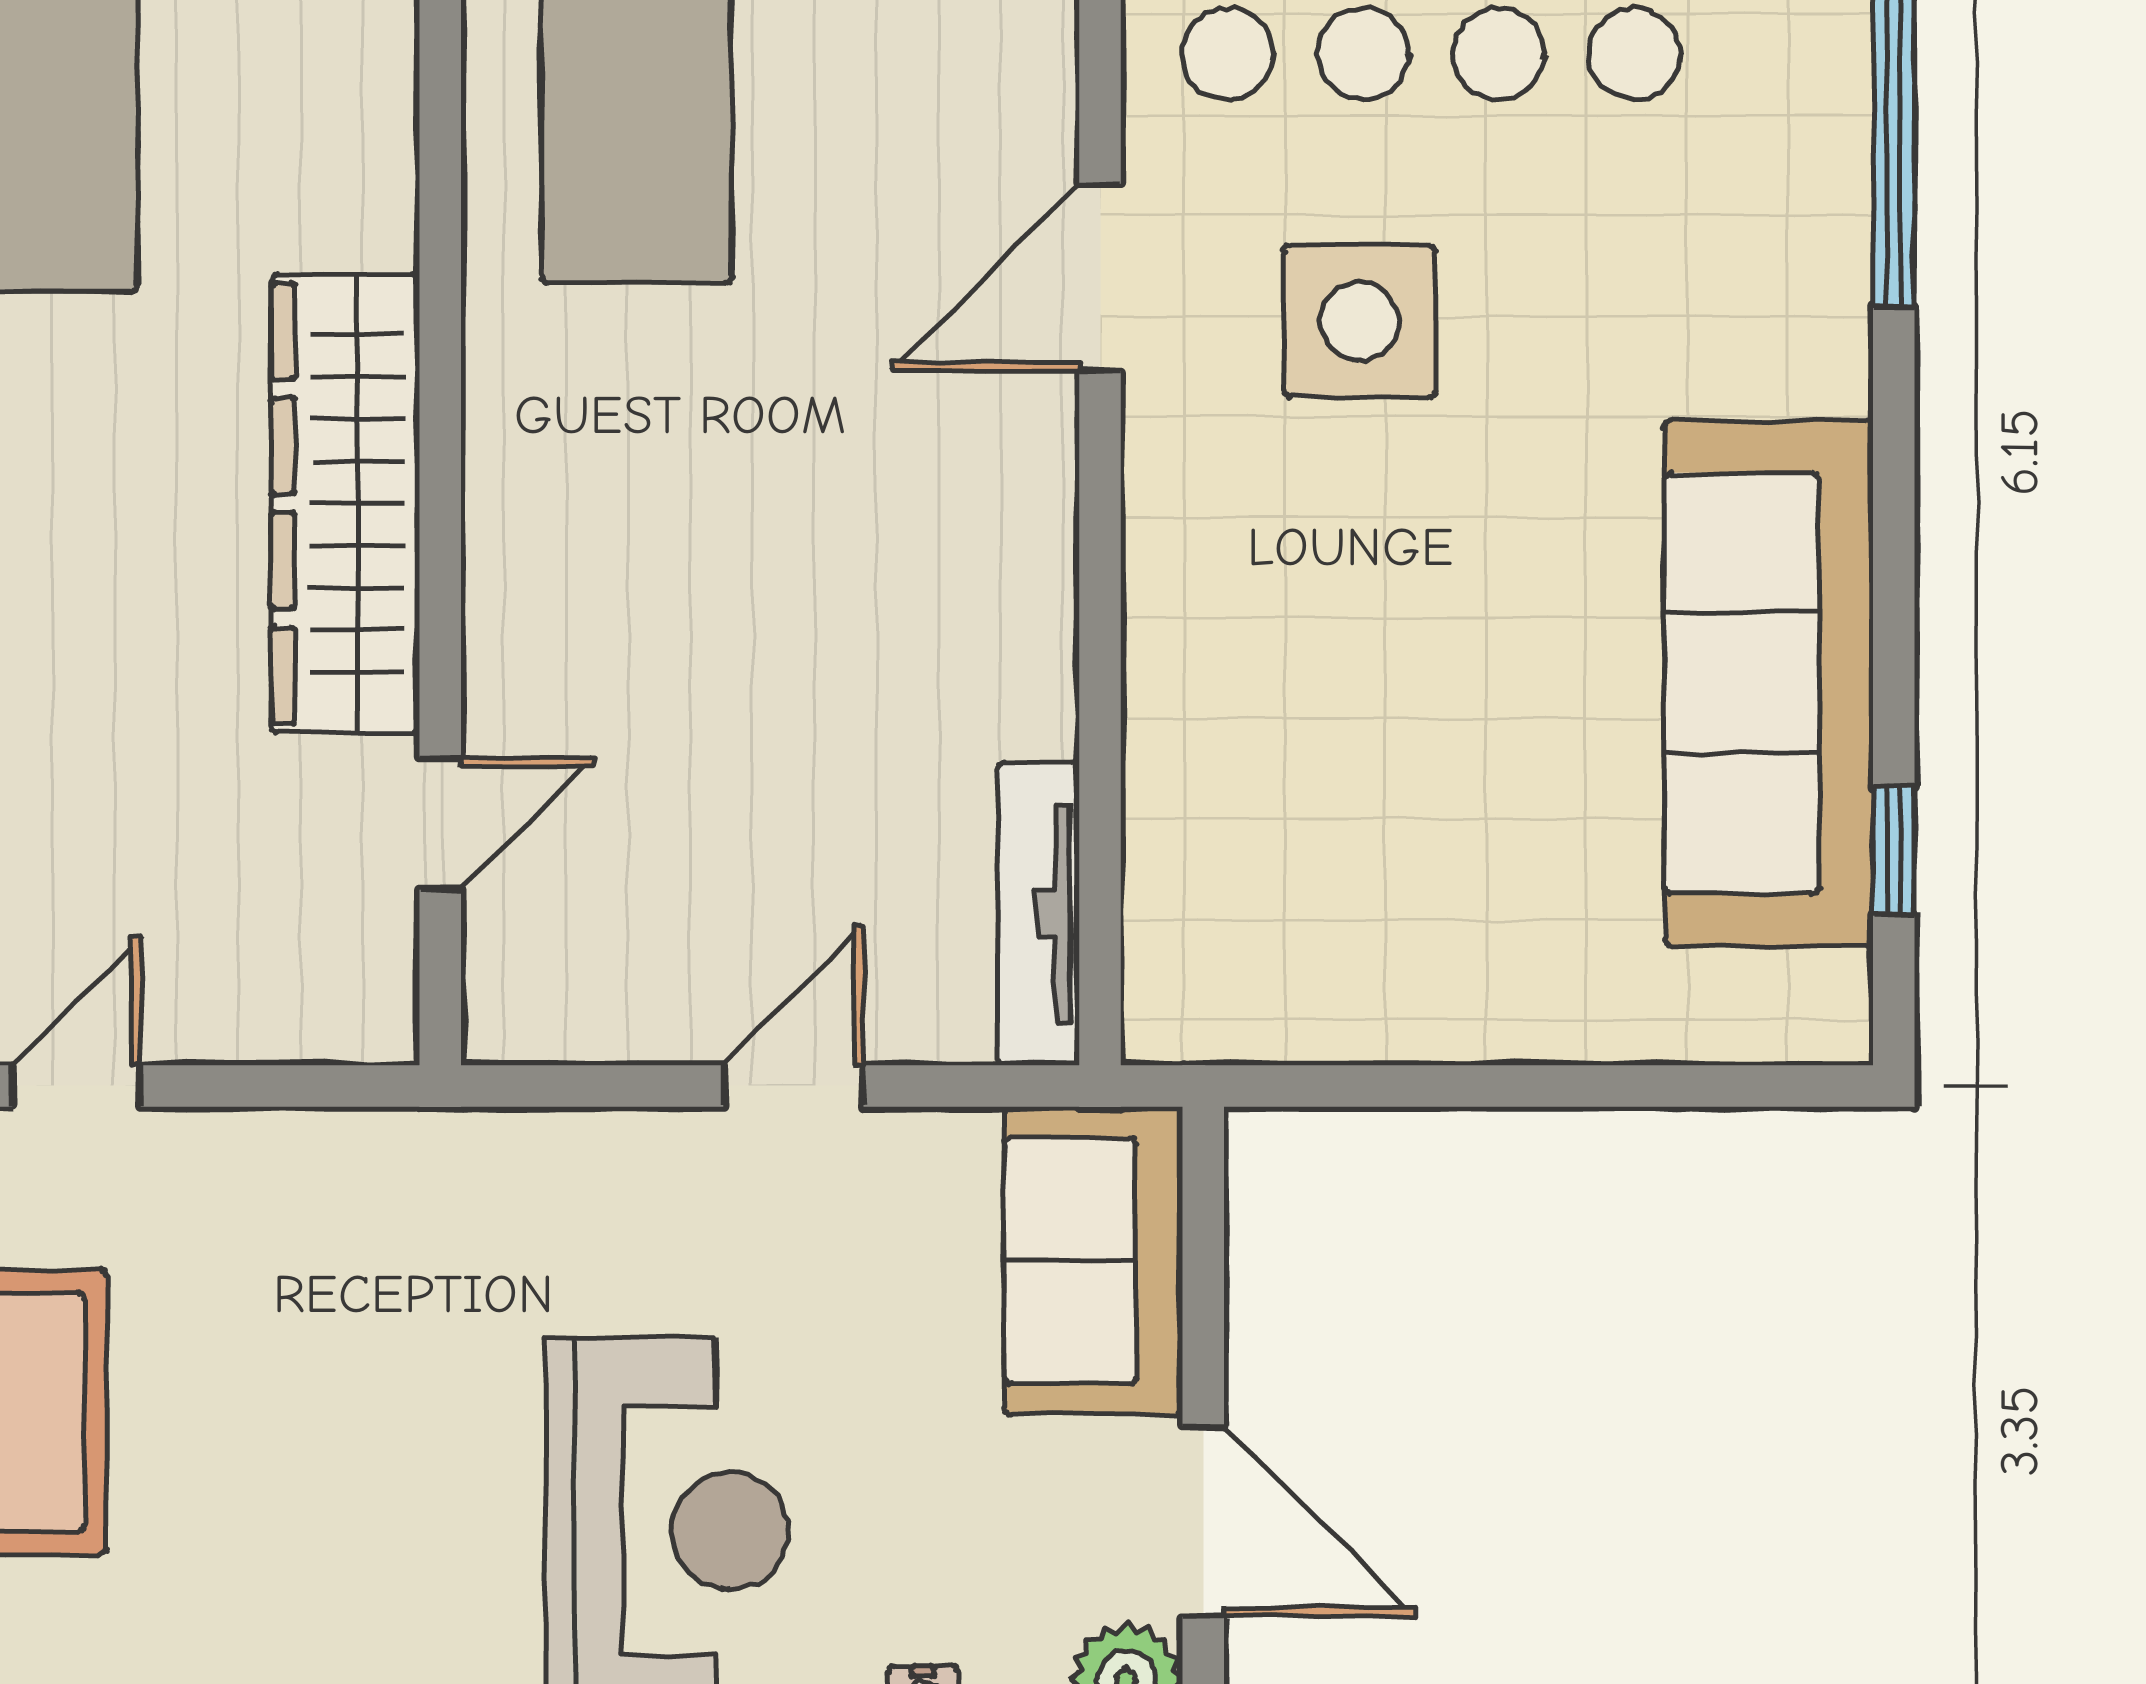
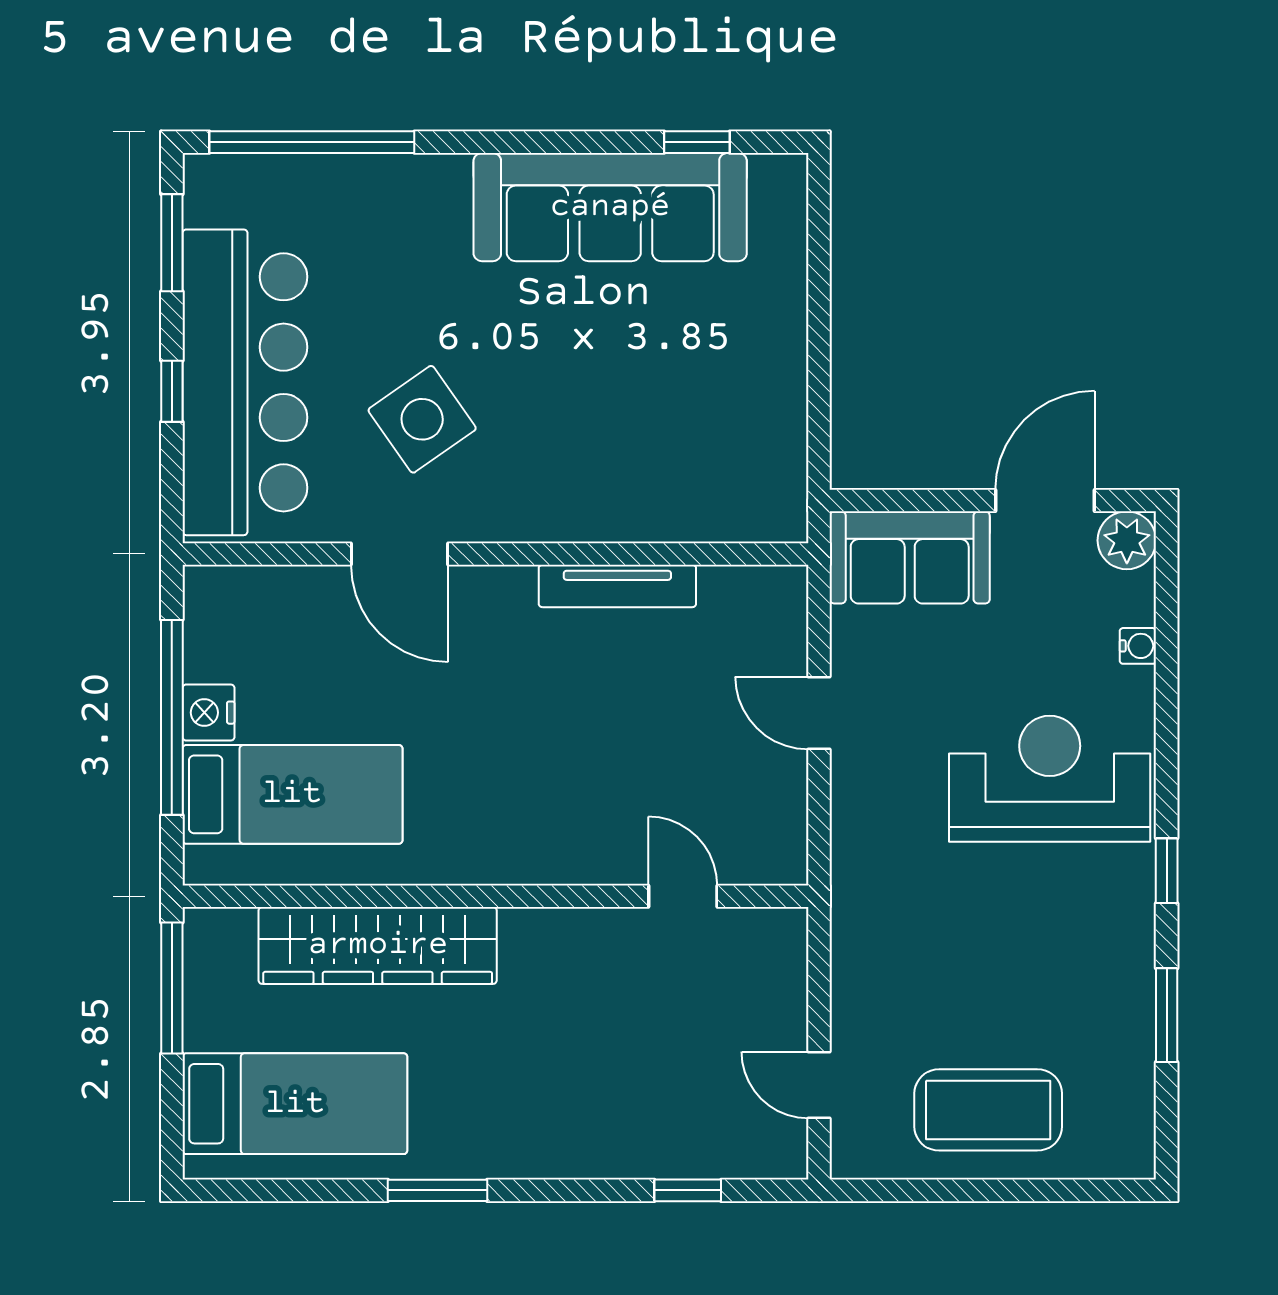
side table: (1360, 321) -> (422, 419), turned -35
wardrobe: (345, 503) -> (378, 945), moved
tv unit: (1038, 914) -> (617, 586), moved

